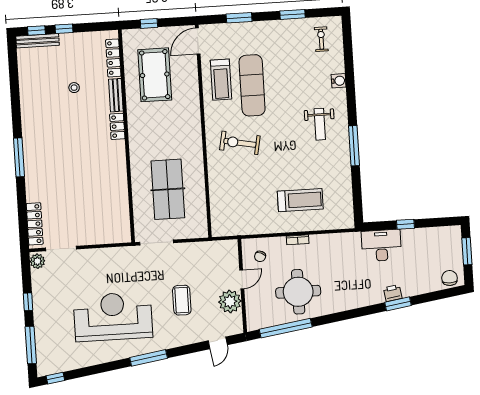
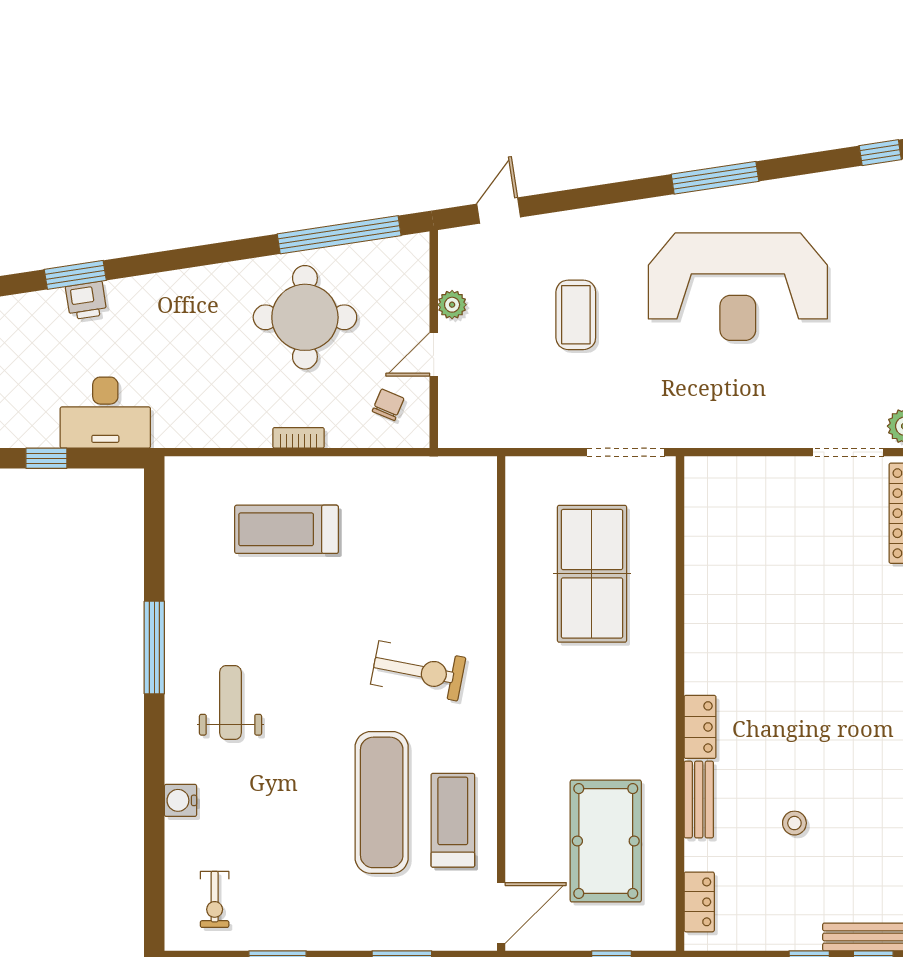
locker: (113, 58) -> (699, 902), width x0.66
plant: (230, 301) -> (452, 305), width x0.53, depth x0.53
window: (149, 358) -> (715, 178), moved

